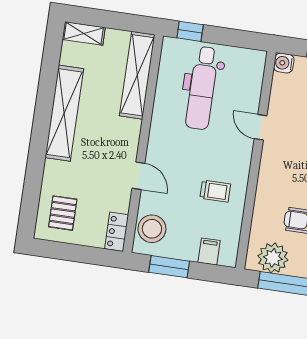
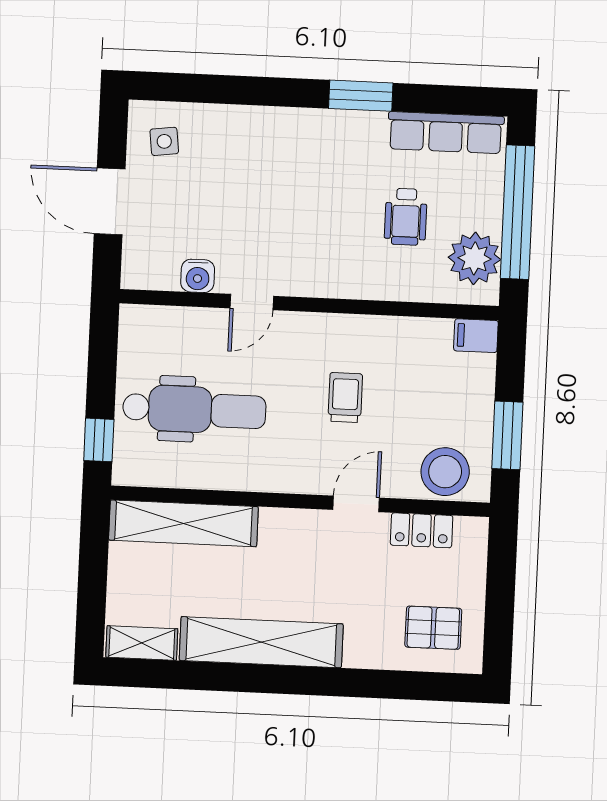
shelving: (84, 33) -> (142, 643), moved, turned 90
water cooler: (284, 63) -> (198, 276), moved
trolley: (215, 191) -> (345, 398), moved
locker: (117, 232) -> (422, 530), moved
filing cabinet: (209, 252) -> (476, 336), moved

